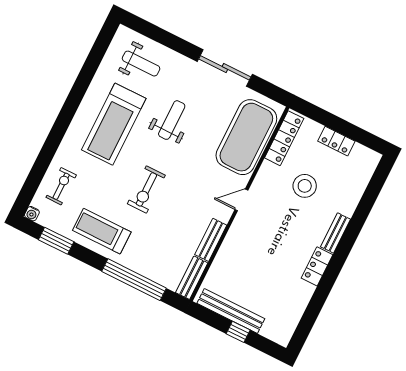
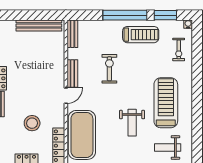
exercise bike: (146, 189) -> (109, 69), moved
bench: (211, 240) -> (72, 73), moved
window: (134, 280) -> (125, 15), moved
window: (238, 332) -> (28, 15), removed

